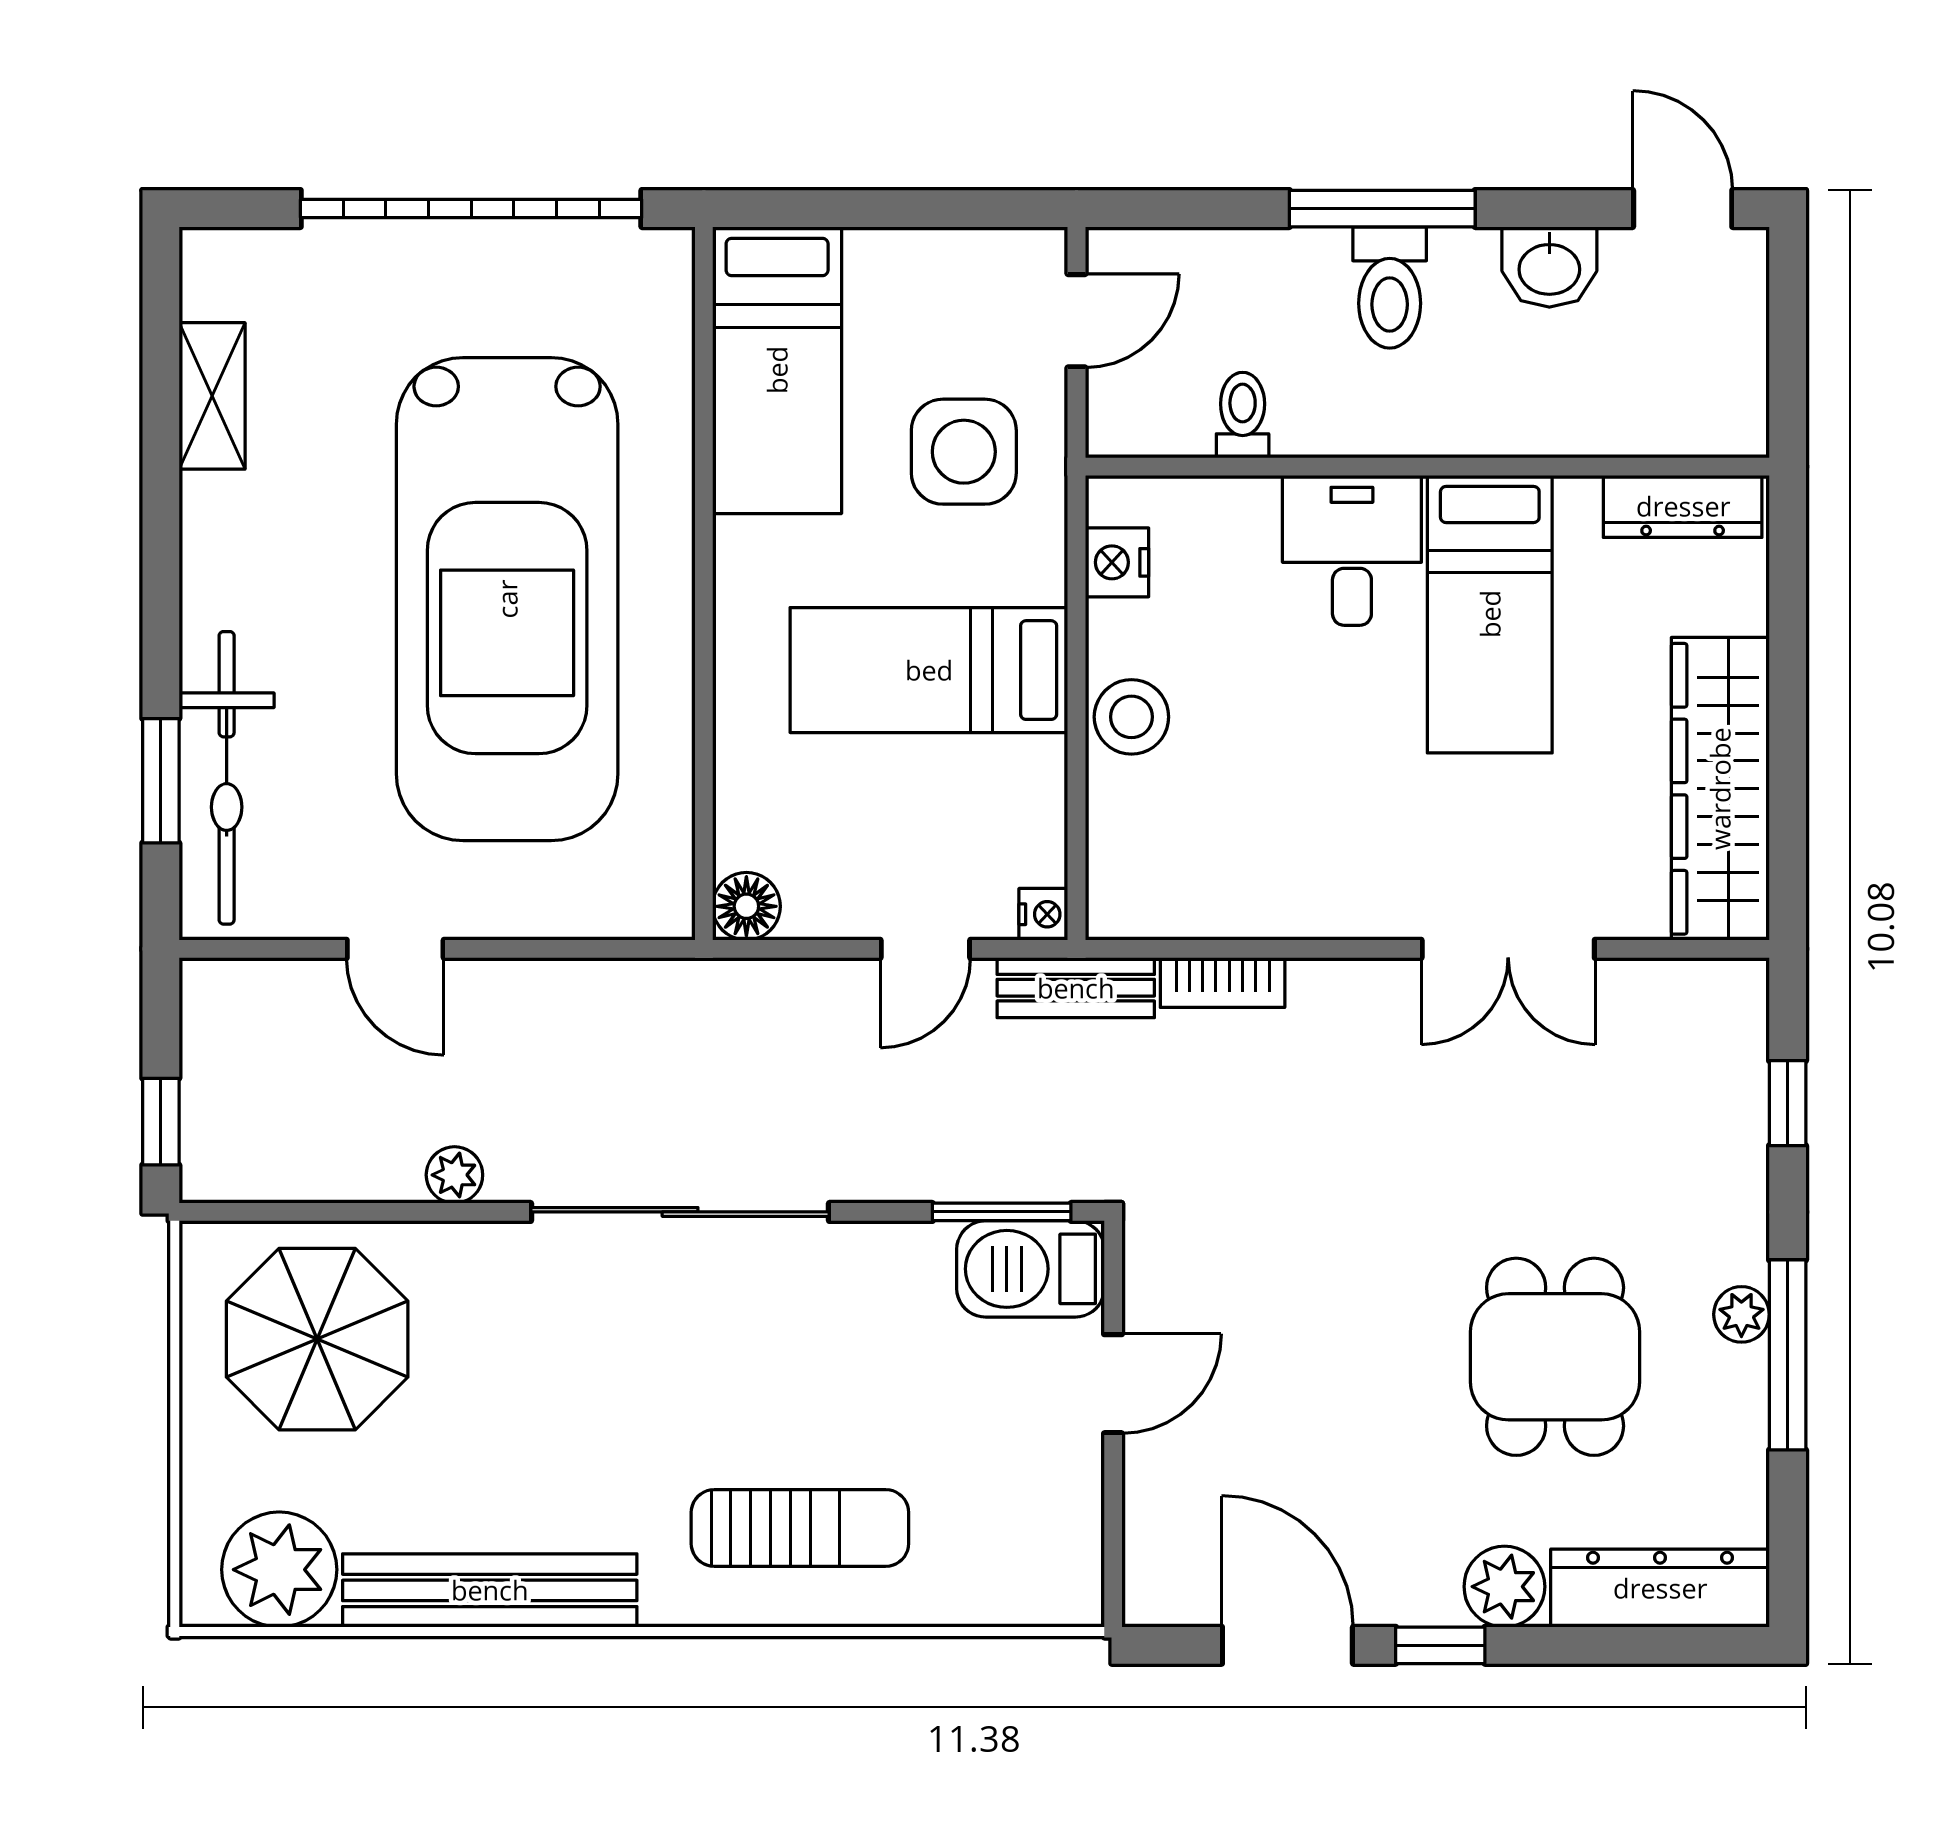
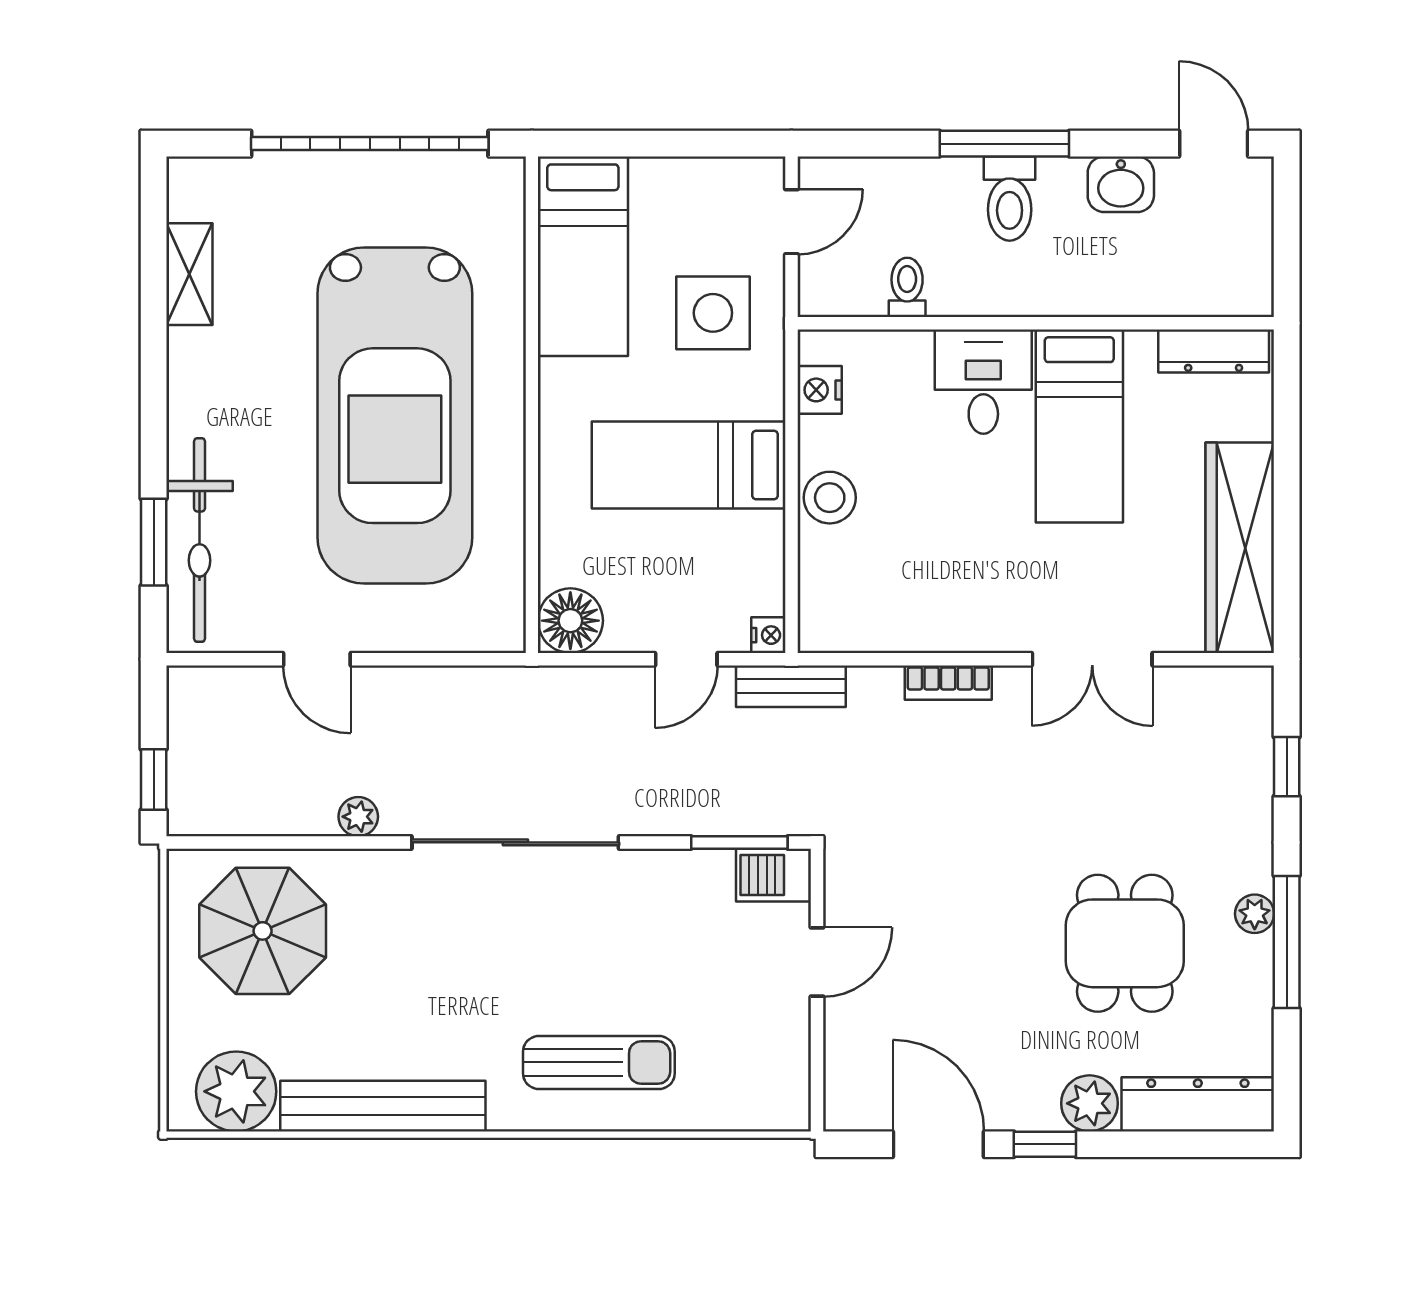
floor lamp: (746, 906) -> (570, 621), width x1.38, depth x1.38
bookcase: (1223, 983) -> (948, 683), moved
barbecue: (1030, 1269) -> (773, 875), width x0.73, depth x0.79

